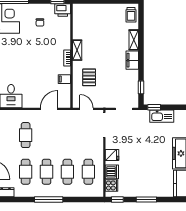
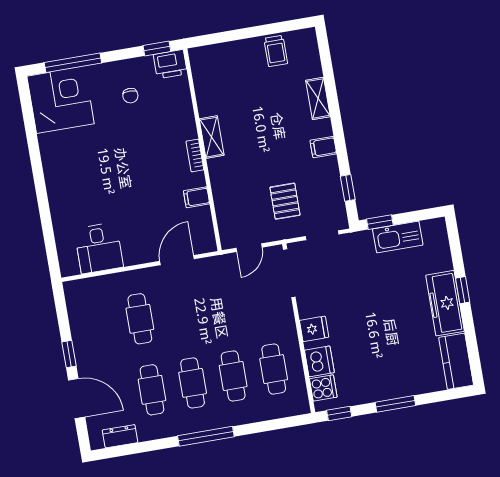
trolley: (131, 15) -> (276, 51), moved
filing cabinet: (132, 60) -> (323, 147), width x0.50
pallet: (89, 77) -> (285, 201), moved
door: (86, 109) -> (249, 248), swing flipped

